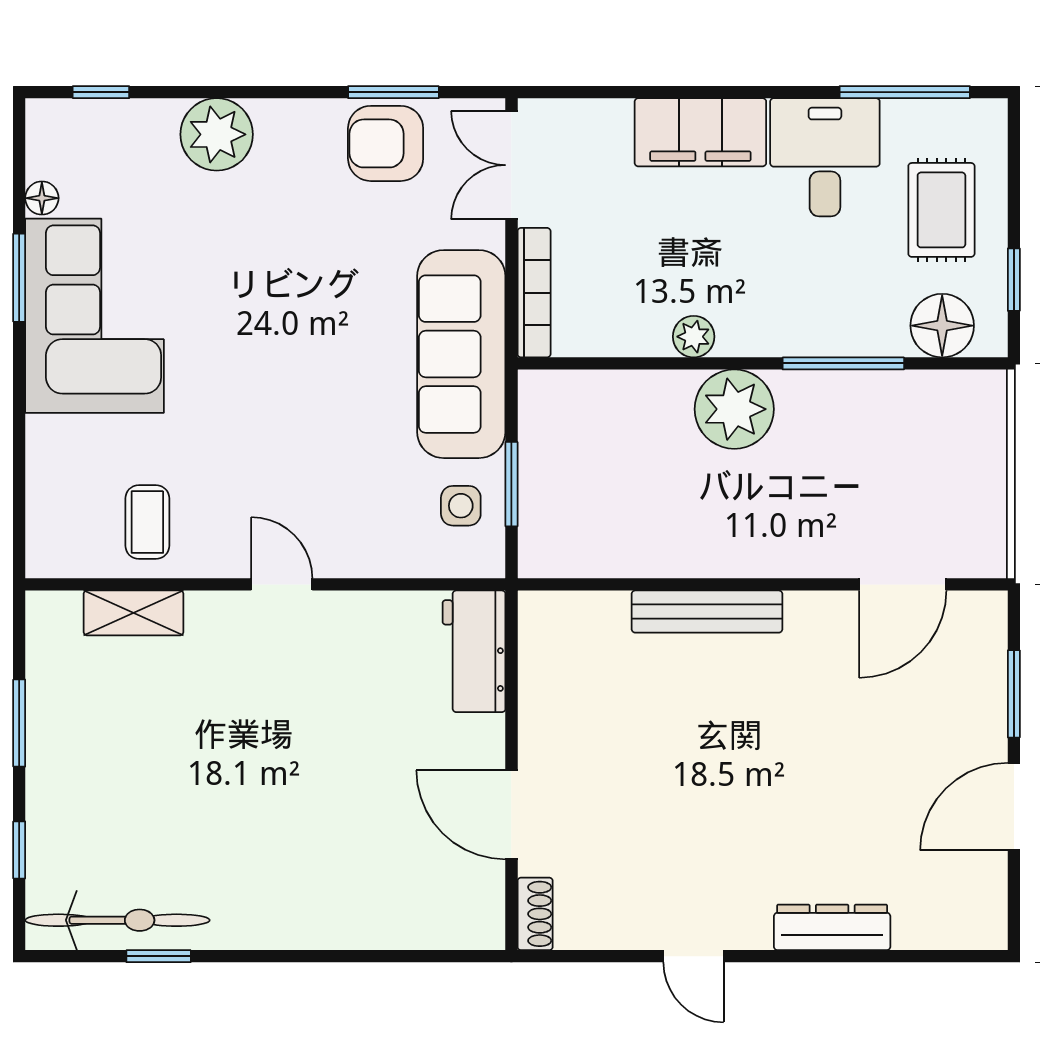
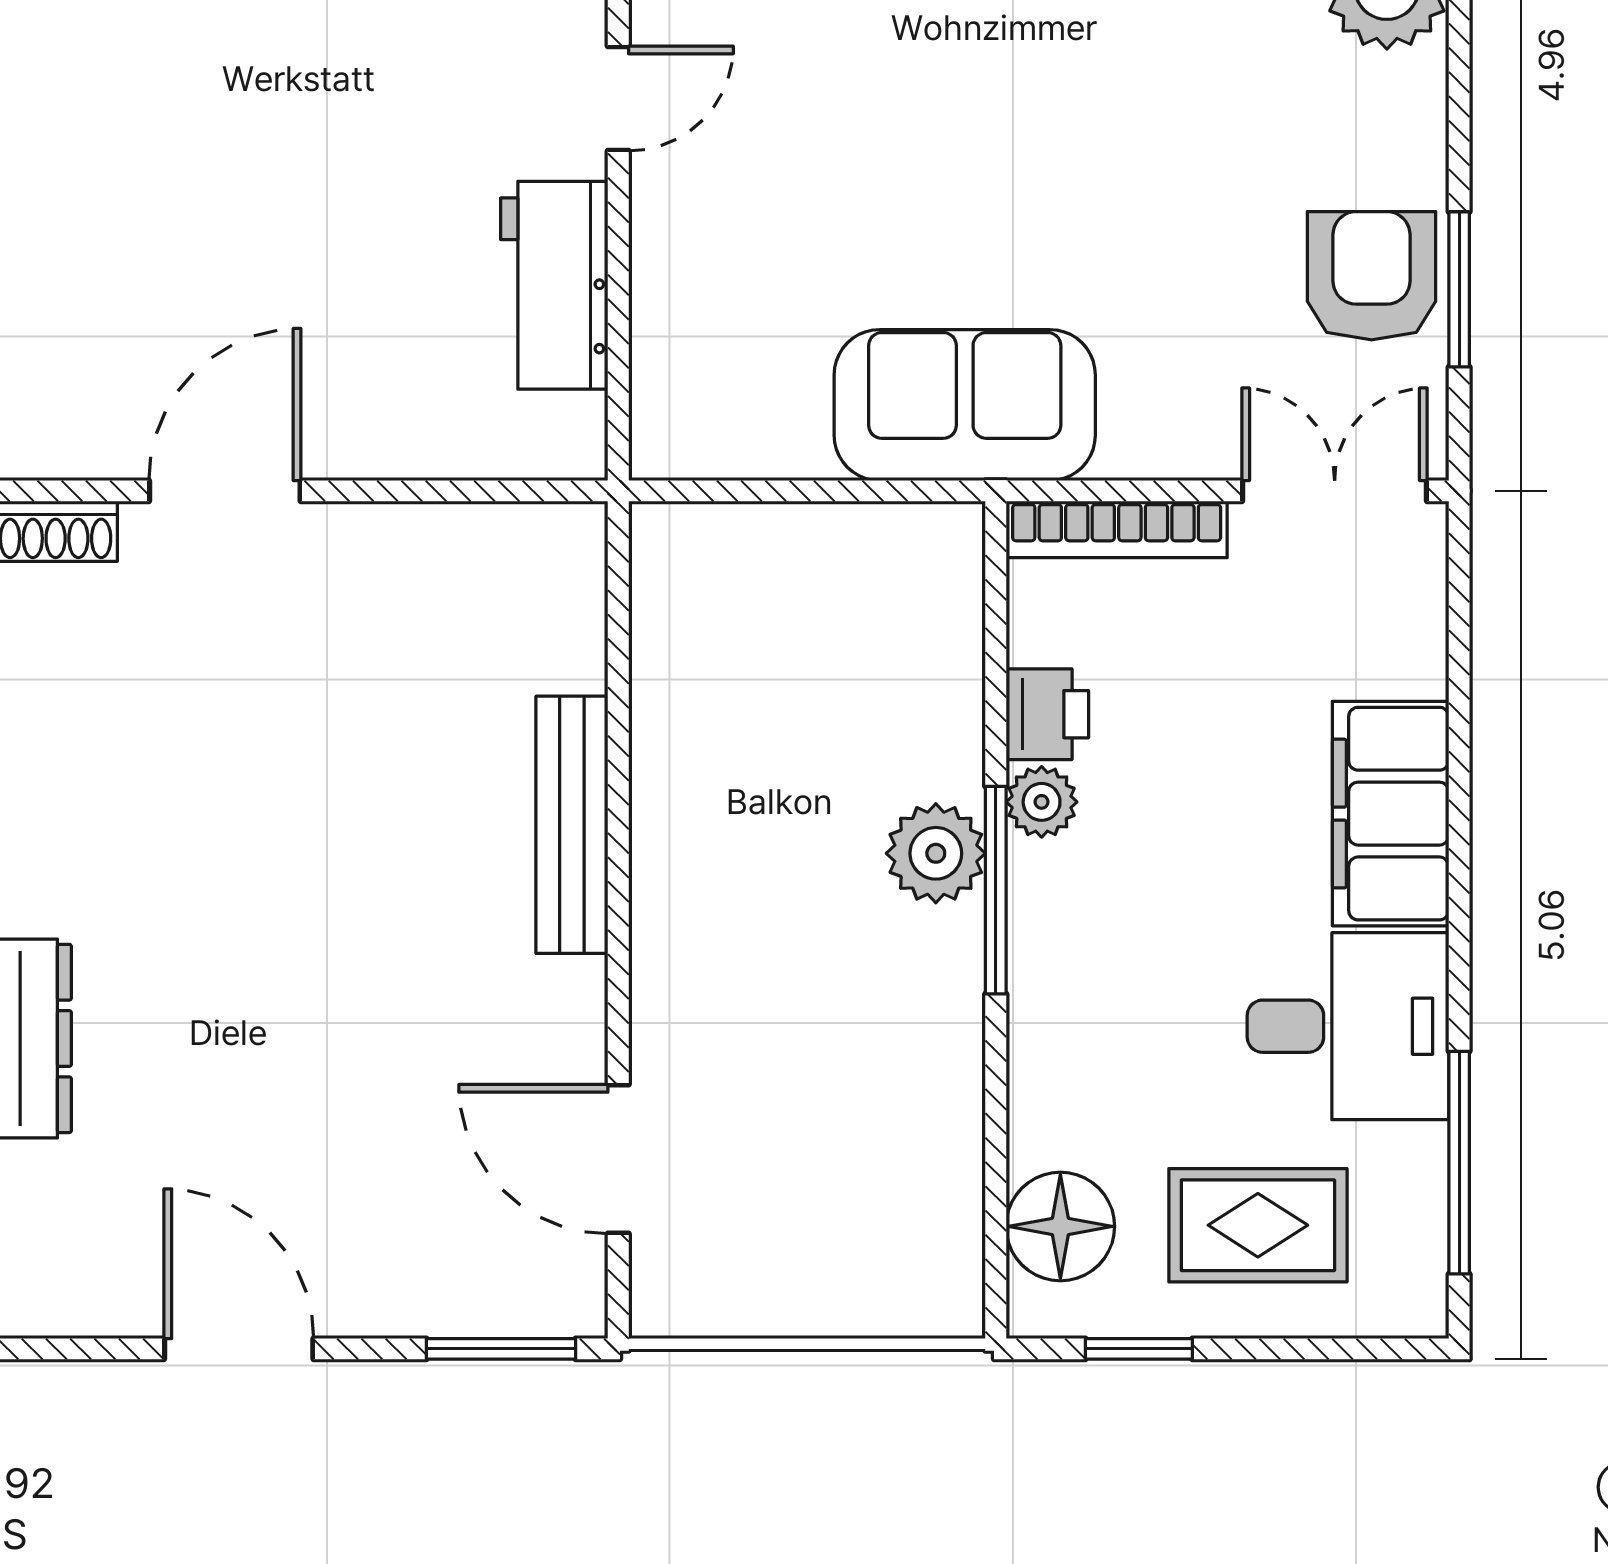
printer: (642, 333) -> (1047, 714), added
sofa: (461, 354) -> (965, 405), width x0.73
window: (843, 363) -> (996, 890), moved
plant: (734, 409) -> (936, 853), width x0.73, depth x0.73
window: (511, 484) -> (789, 491), removed
side table: (461, 506) -> (753, 404), removed
workbench: (474, 651) -> (554, 285), moved, turned -90
window: (1014, 694) -> (501, 1349), moved

